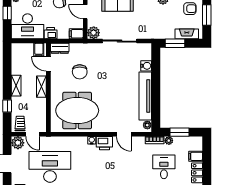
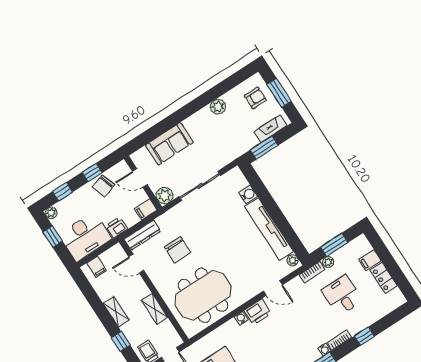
dresser: (60, 48) -> (142, 235), width x1.44
filing cabinet: (39, 50) -> (97, 267), moved
shelving: (41, 87) -> (154, 309), moved

